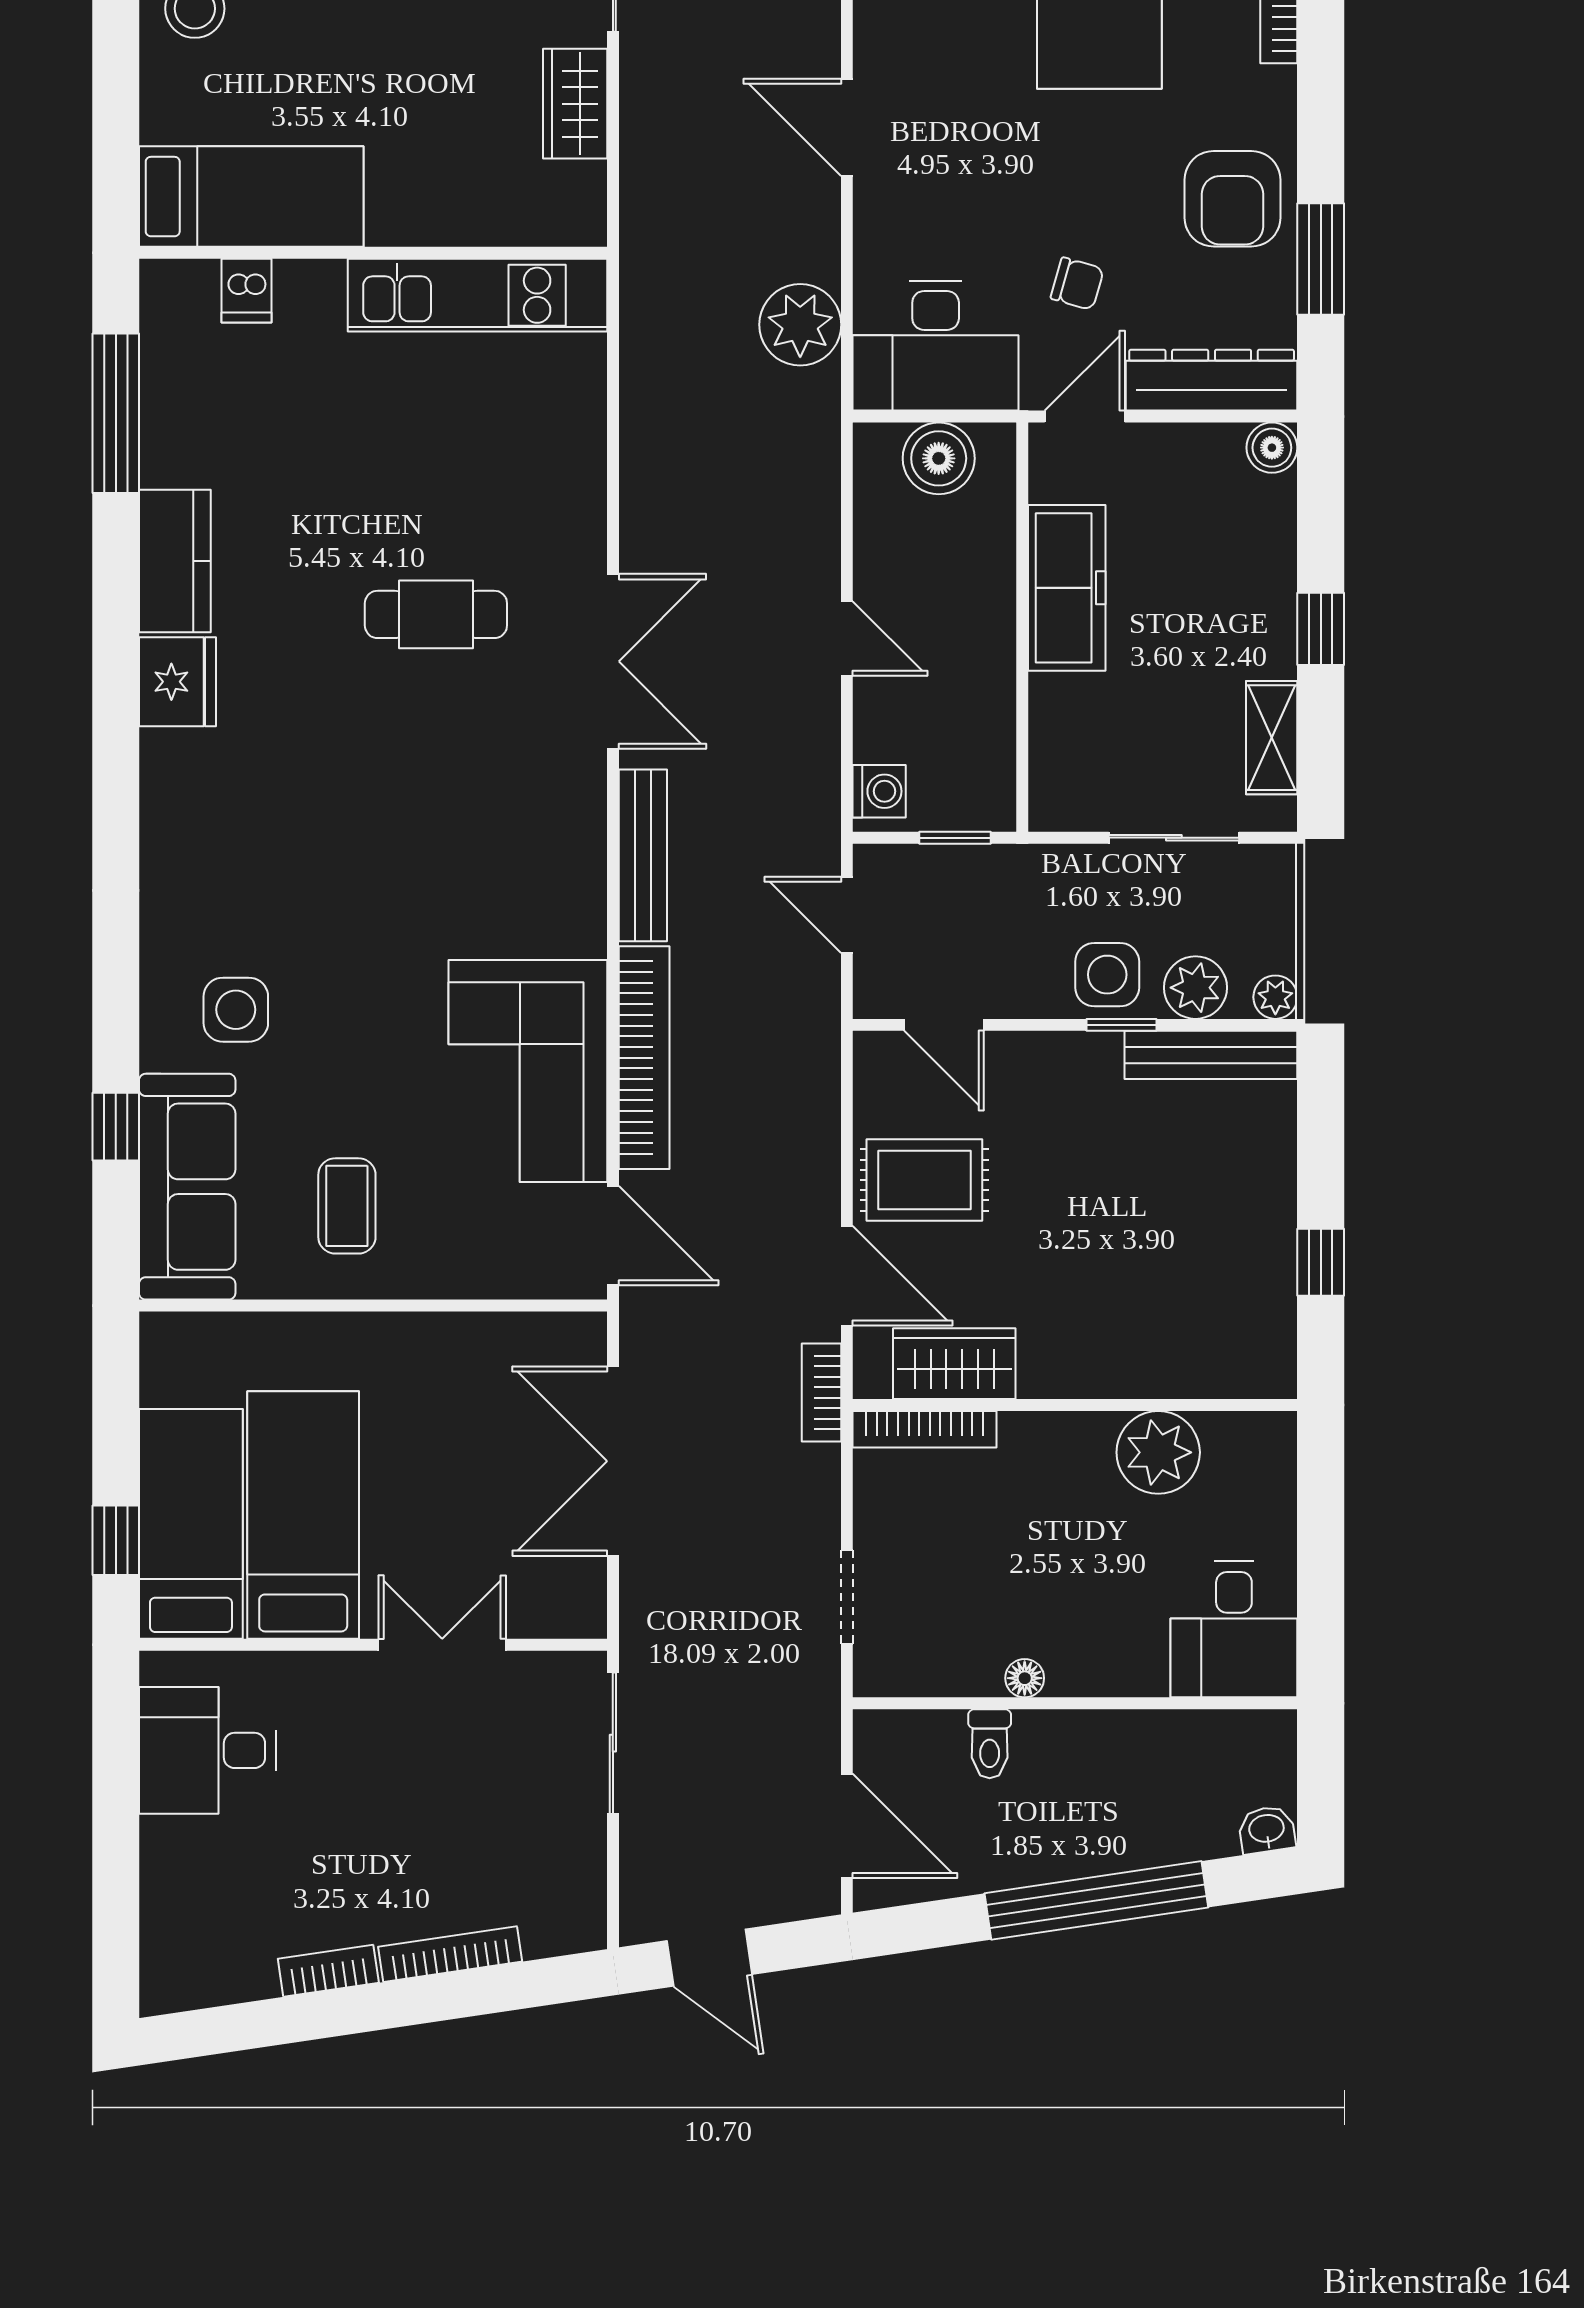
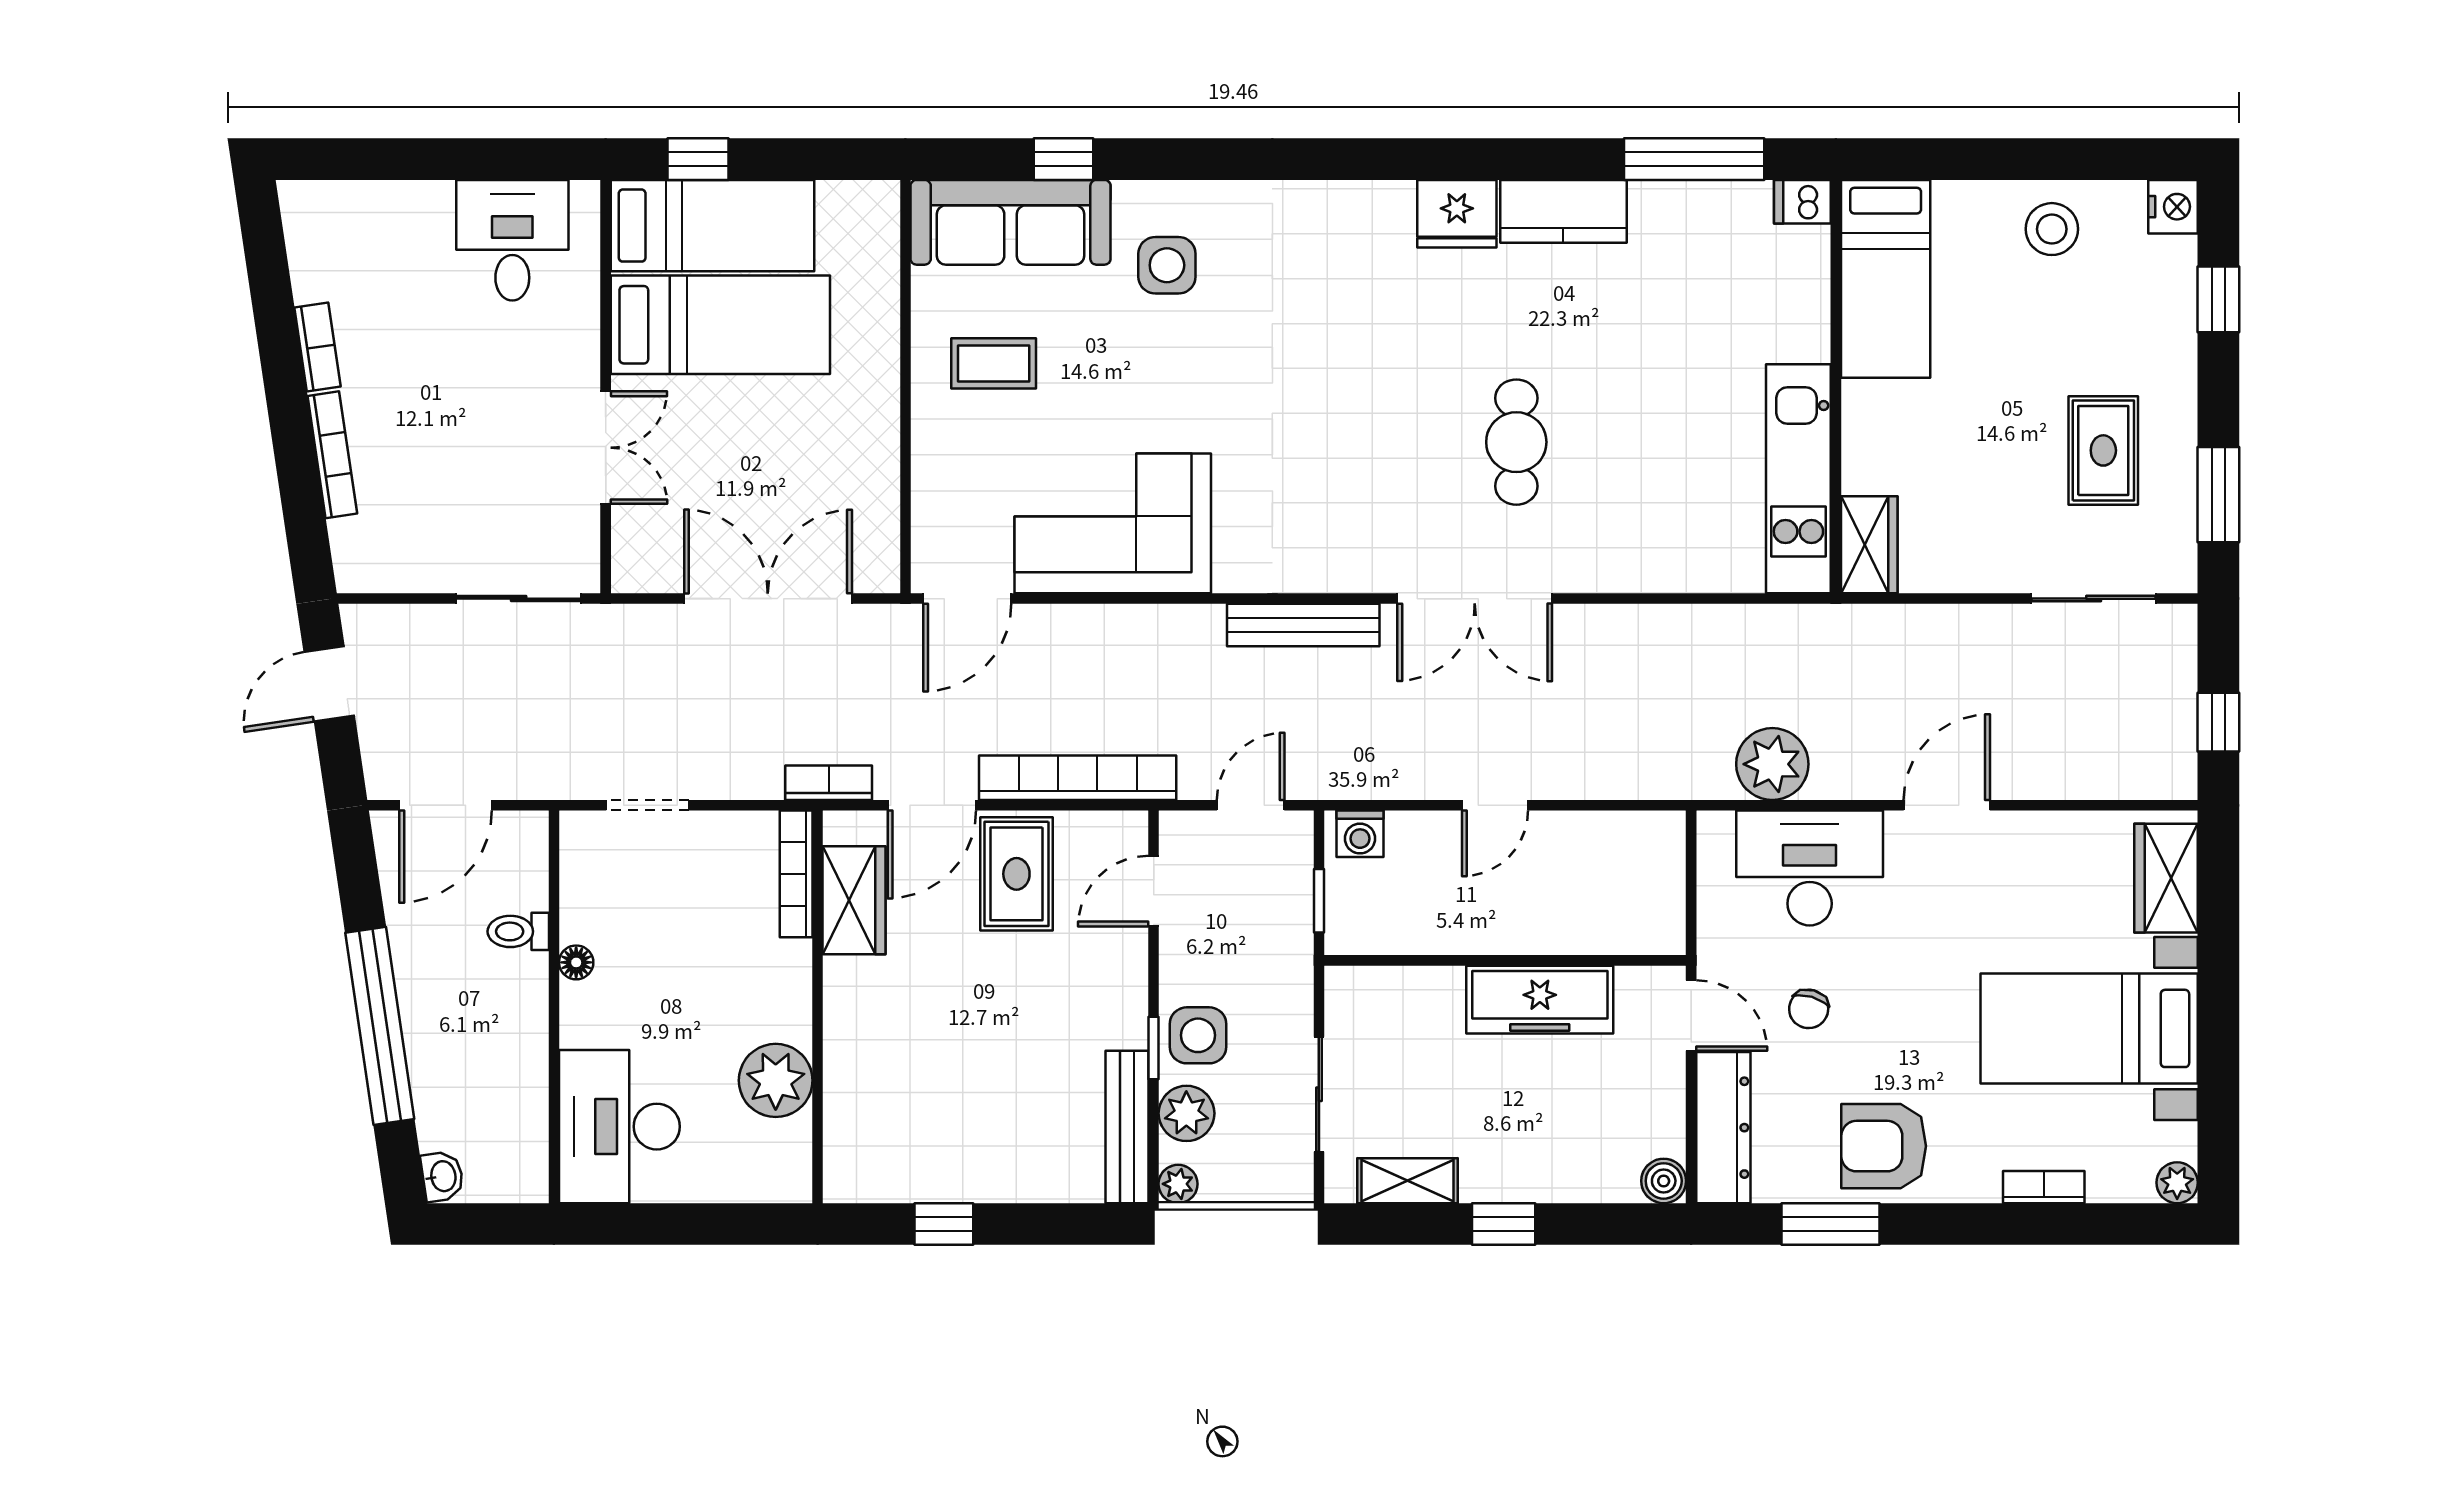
wardrobe: (575, 104) -> (1869, 545), moved, turned 90
dishwasher: (246, 291) -> (1802, 202), moved
desk: (936, 346) -> (1810, 868), moved, turned 90
boiler: (939, 458) -> (1654, 886), removed
bookcase: (644, 1058) -> (1078, 778), moved, turned 180
desk: (1234, 1629) -> (619, 1127), width x1.37

